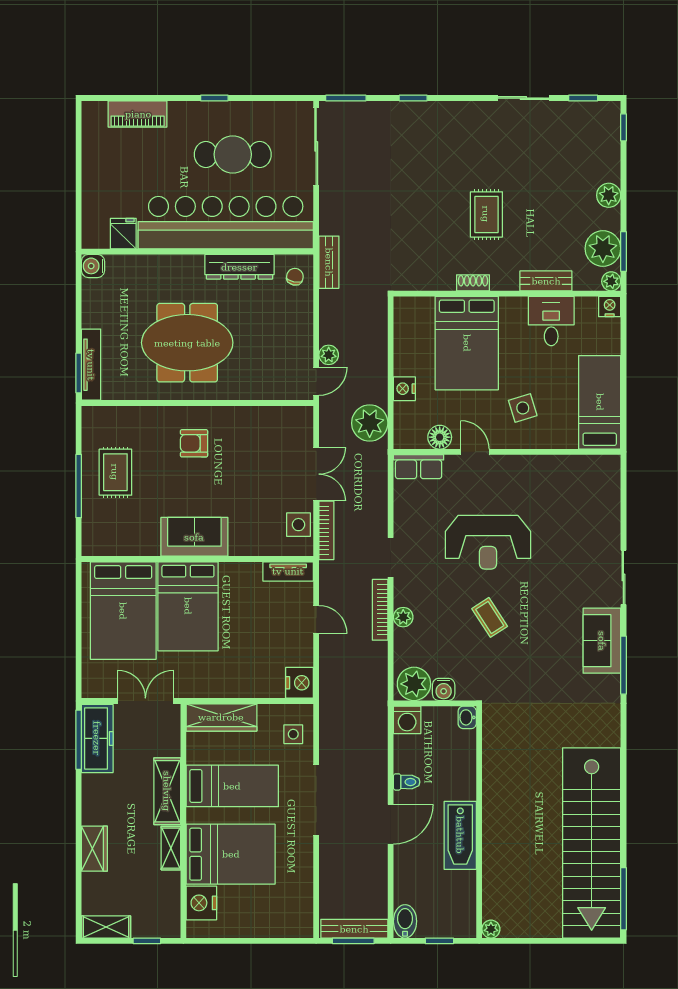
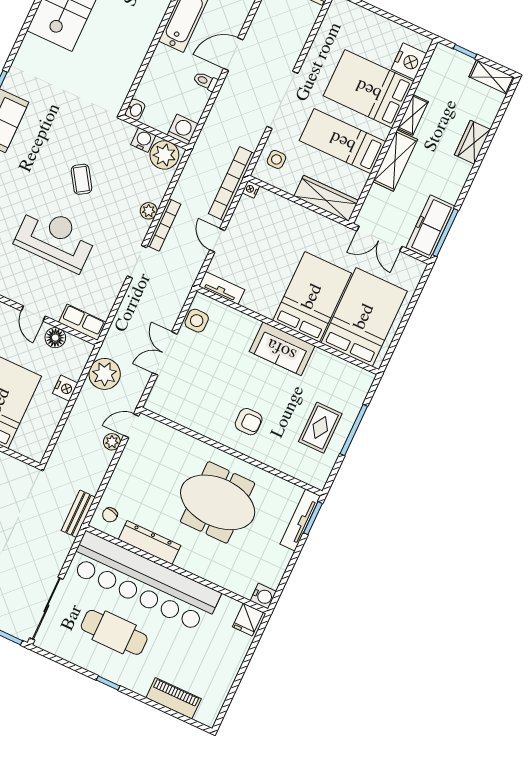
fridge: (123, 234) -> (248, 620), moved
bookcase: (326, 530) -> (232, 184), moved, width x1.48, depth x1.31
nightstand: (300, 683) -> (251, 189), width x0.53, depth x0.56

